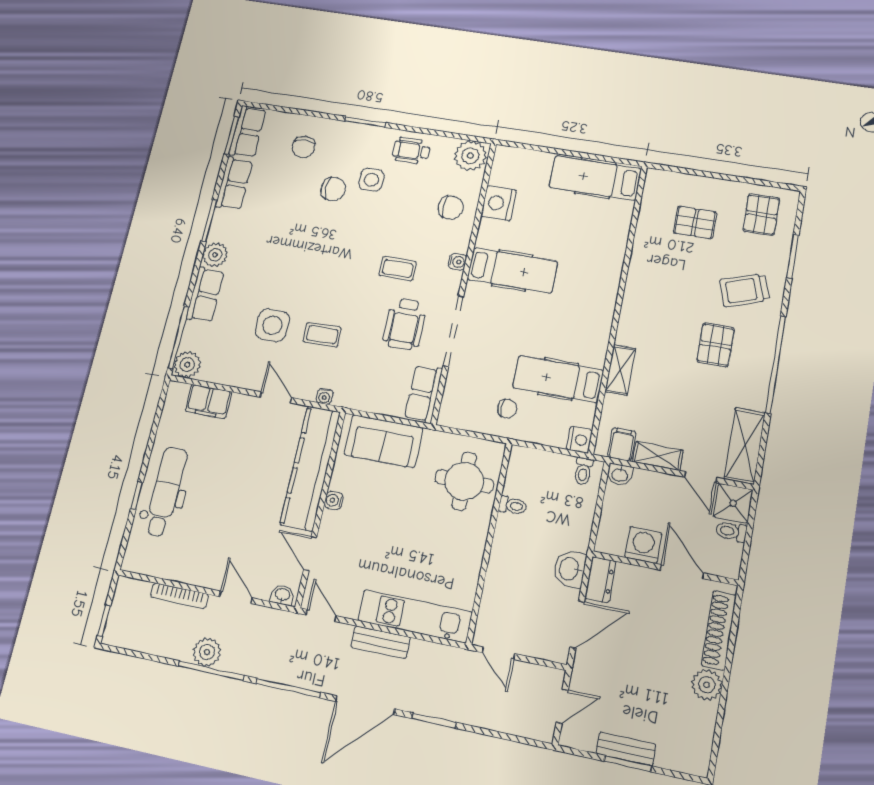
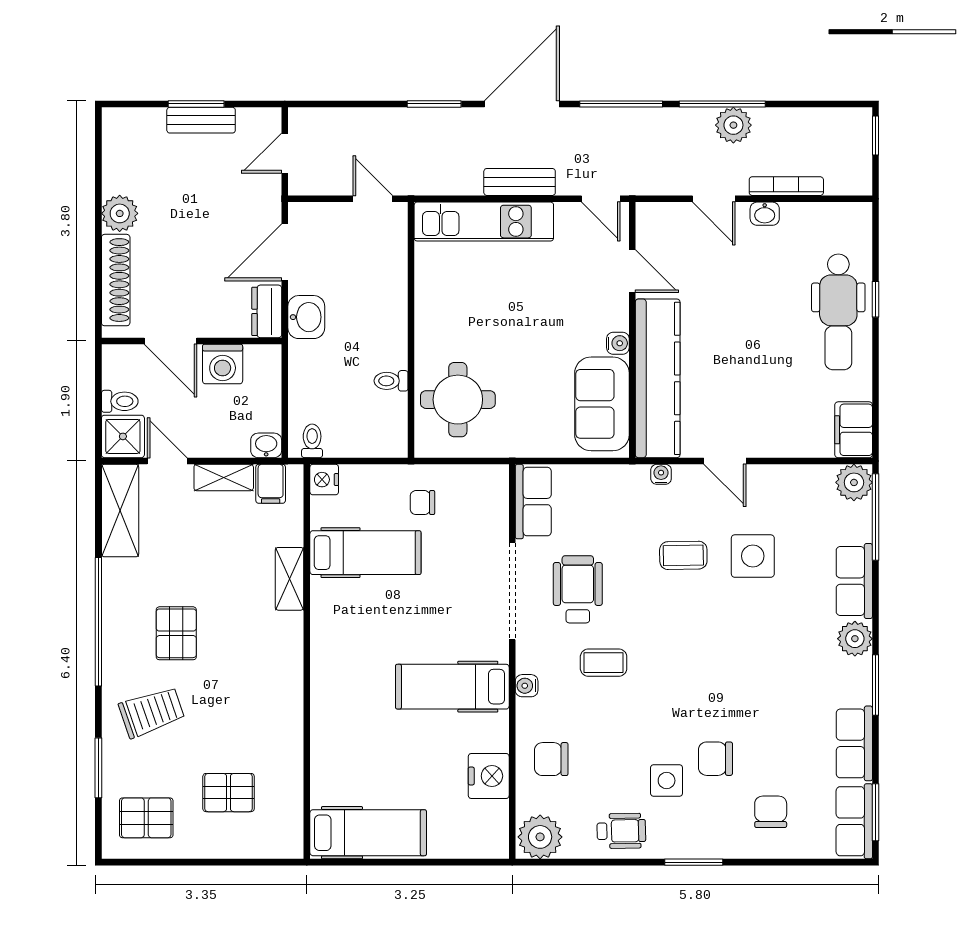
pallet: (761, 215) -> (146, 818), turned 90
filing cabinet: (208, 401) -> (854, 430), moved, turned -90
sofa: (383, 441) -> (602, 404), moved, turned -90
washbasin: (282, 595) -> (765, 214), moved

